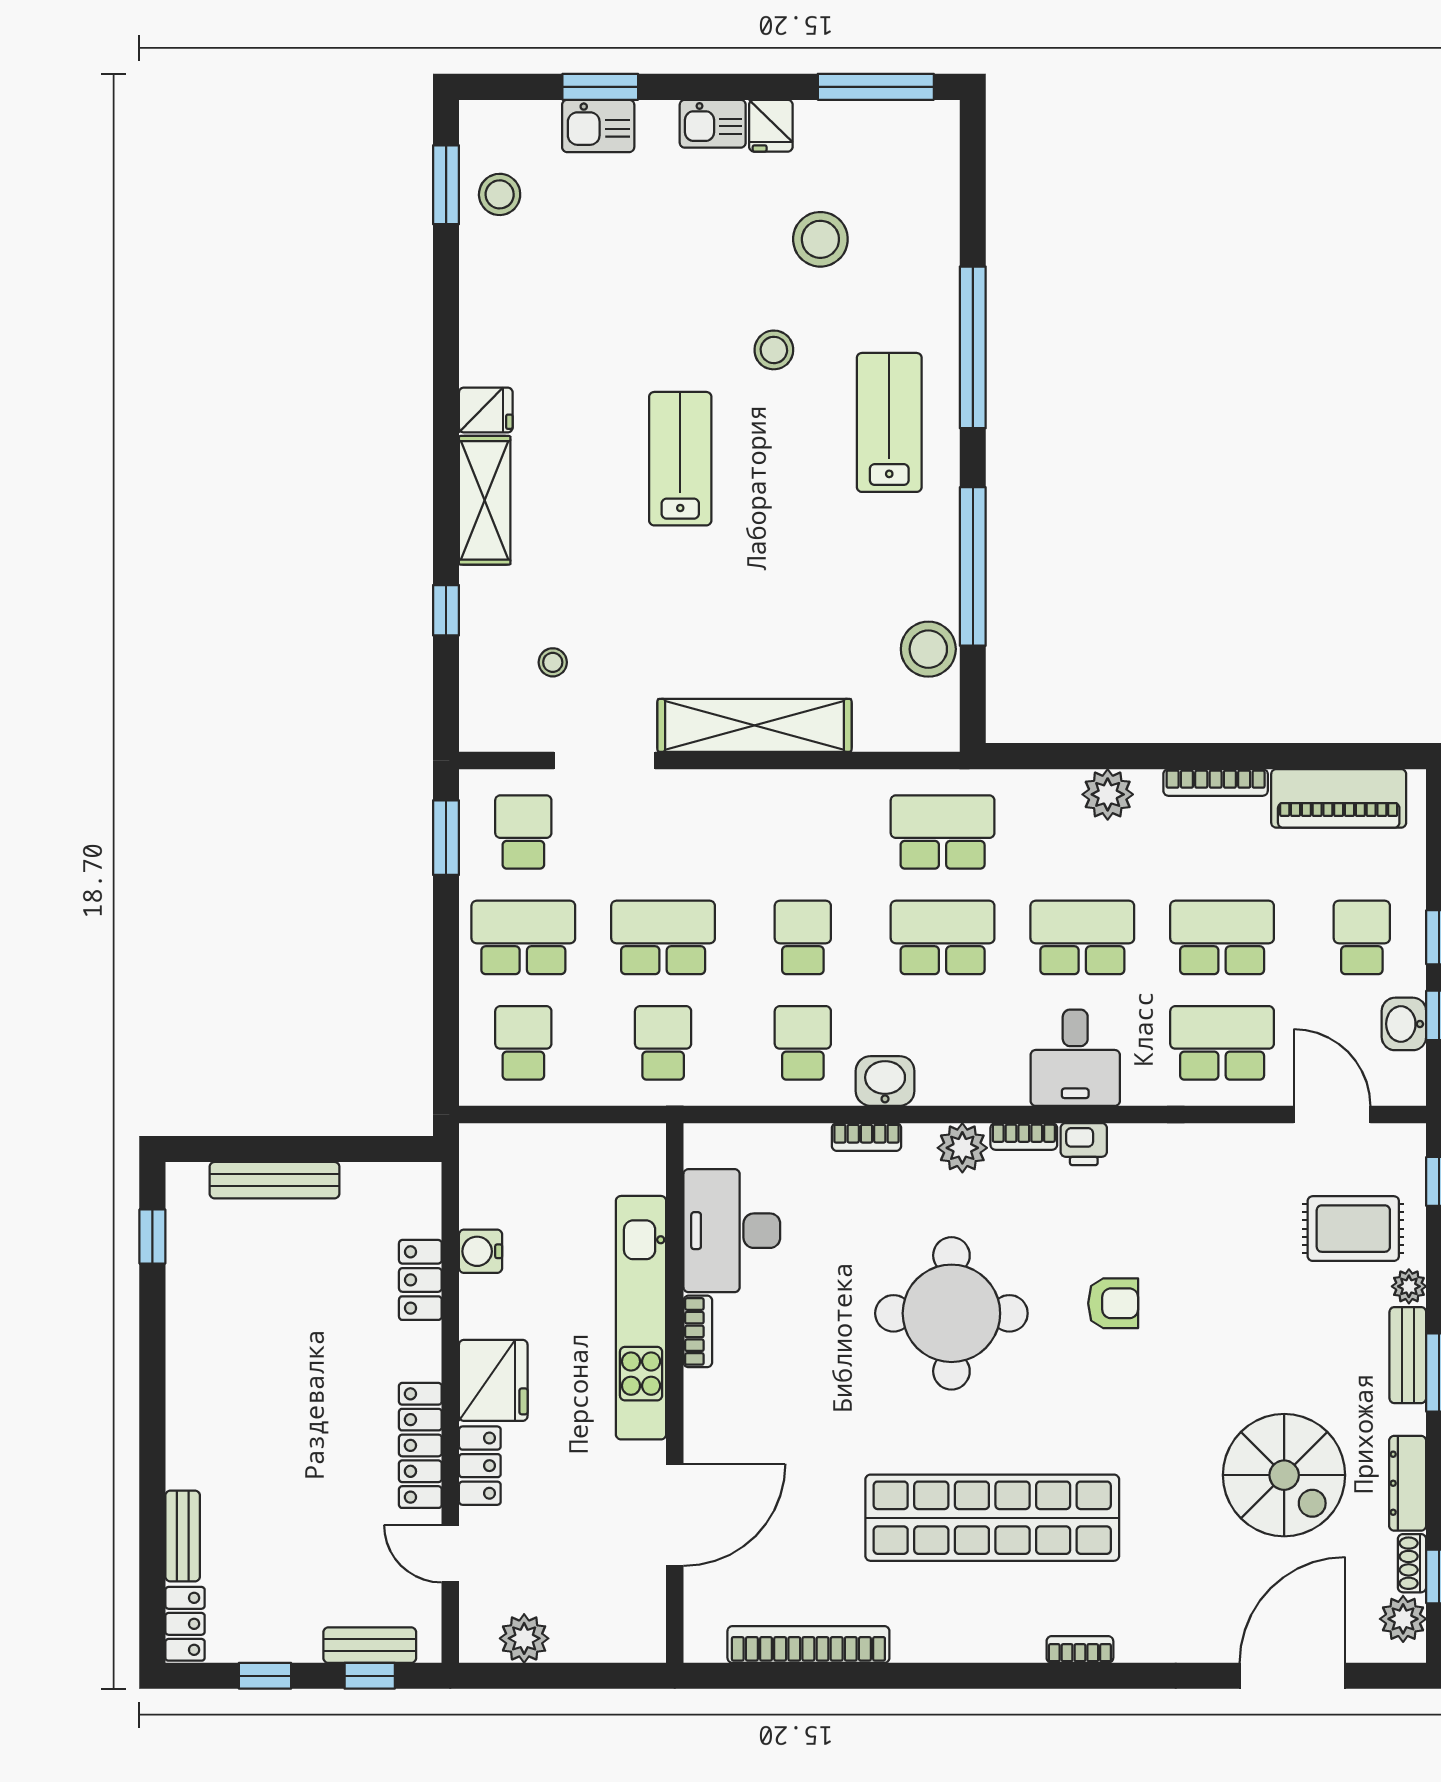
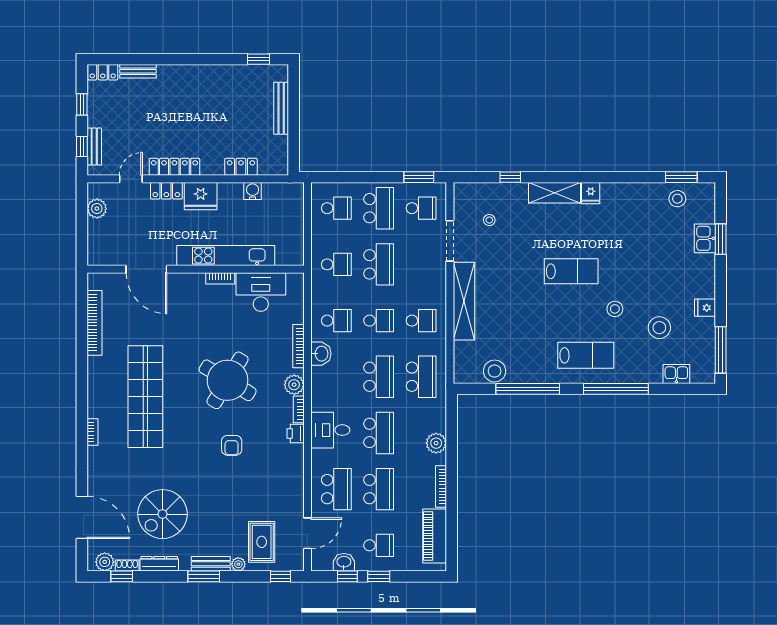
kitchen sink: (713, 124) -> (676, 374), moved, turned 90
school desk: (803, 832) -> (421, 321), added
bookcase: (866, 1137) -> (298, 346), width x1.56
round table: (951, 1313) -> (228, 380), turned 31

